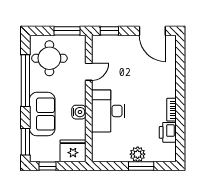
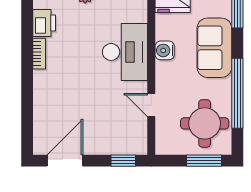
window: (67, 31) -> (204, 161), moved
door: (152, 31) -> (65, 161), hinge flipped
door: (89, 72) -> (151, 105), hinge flipped

